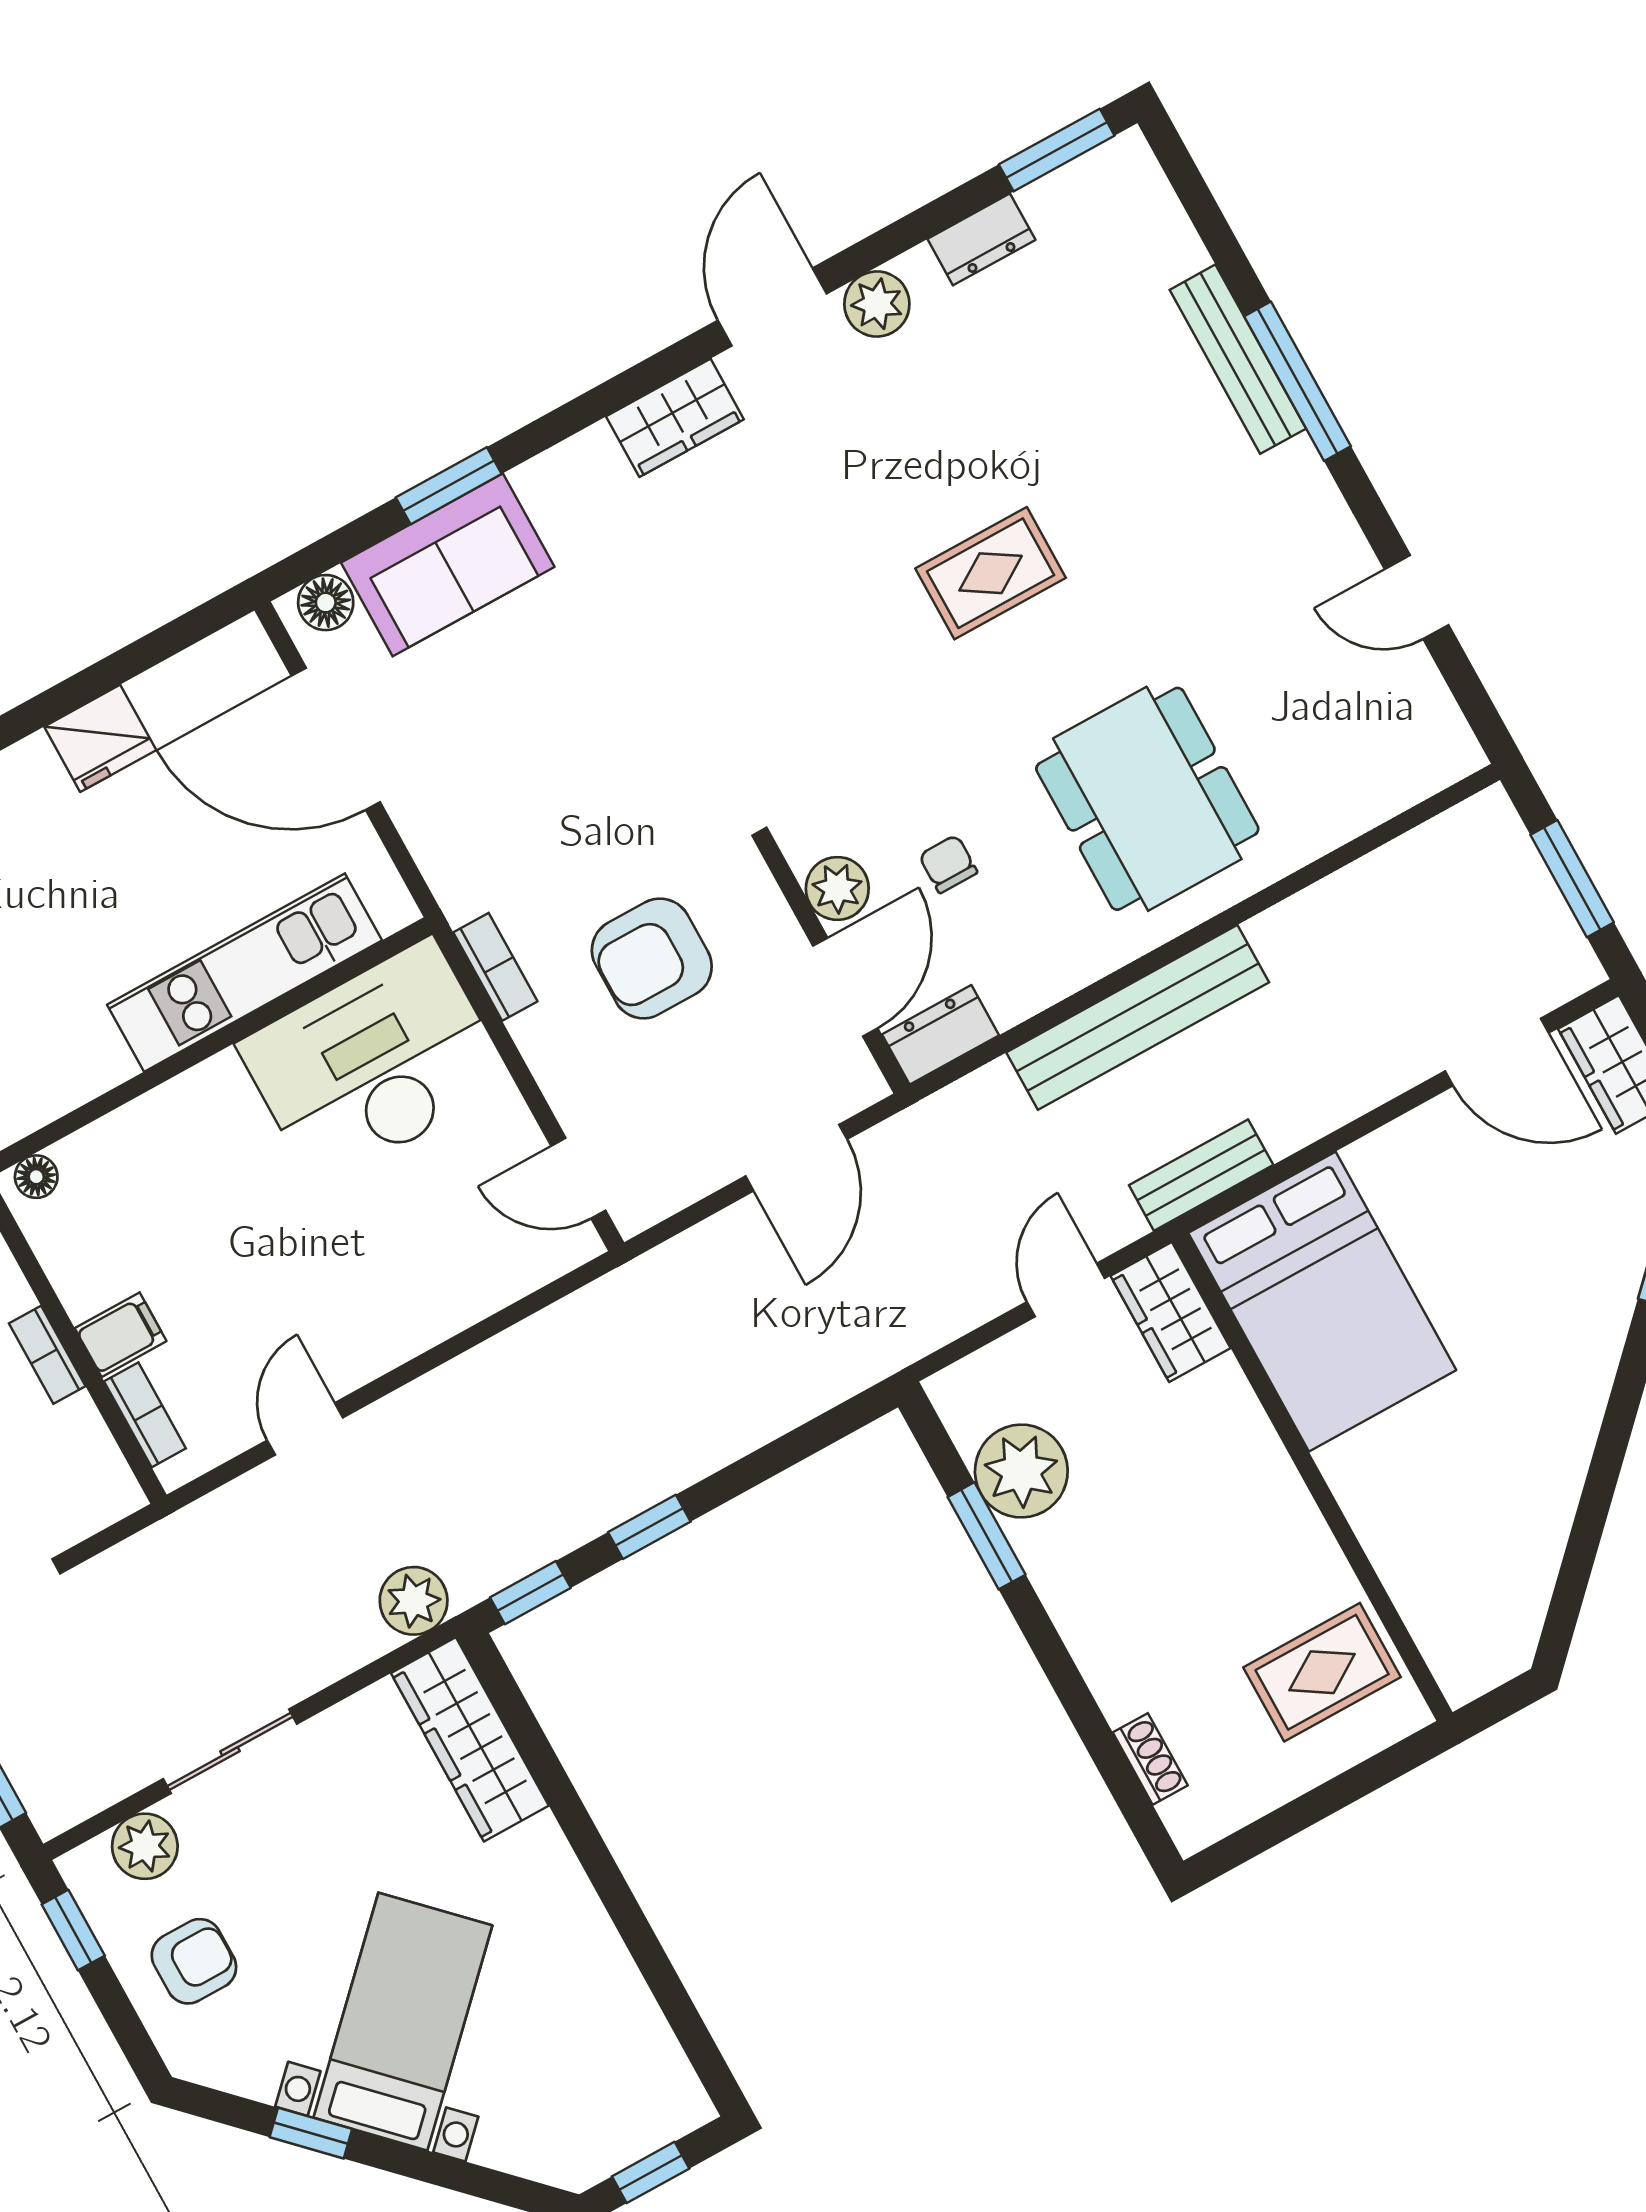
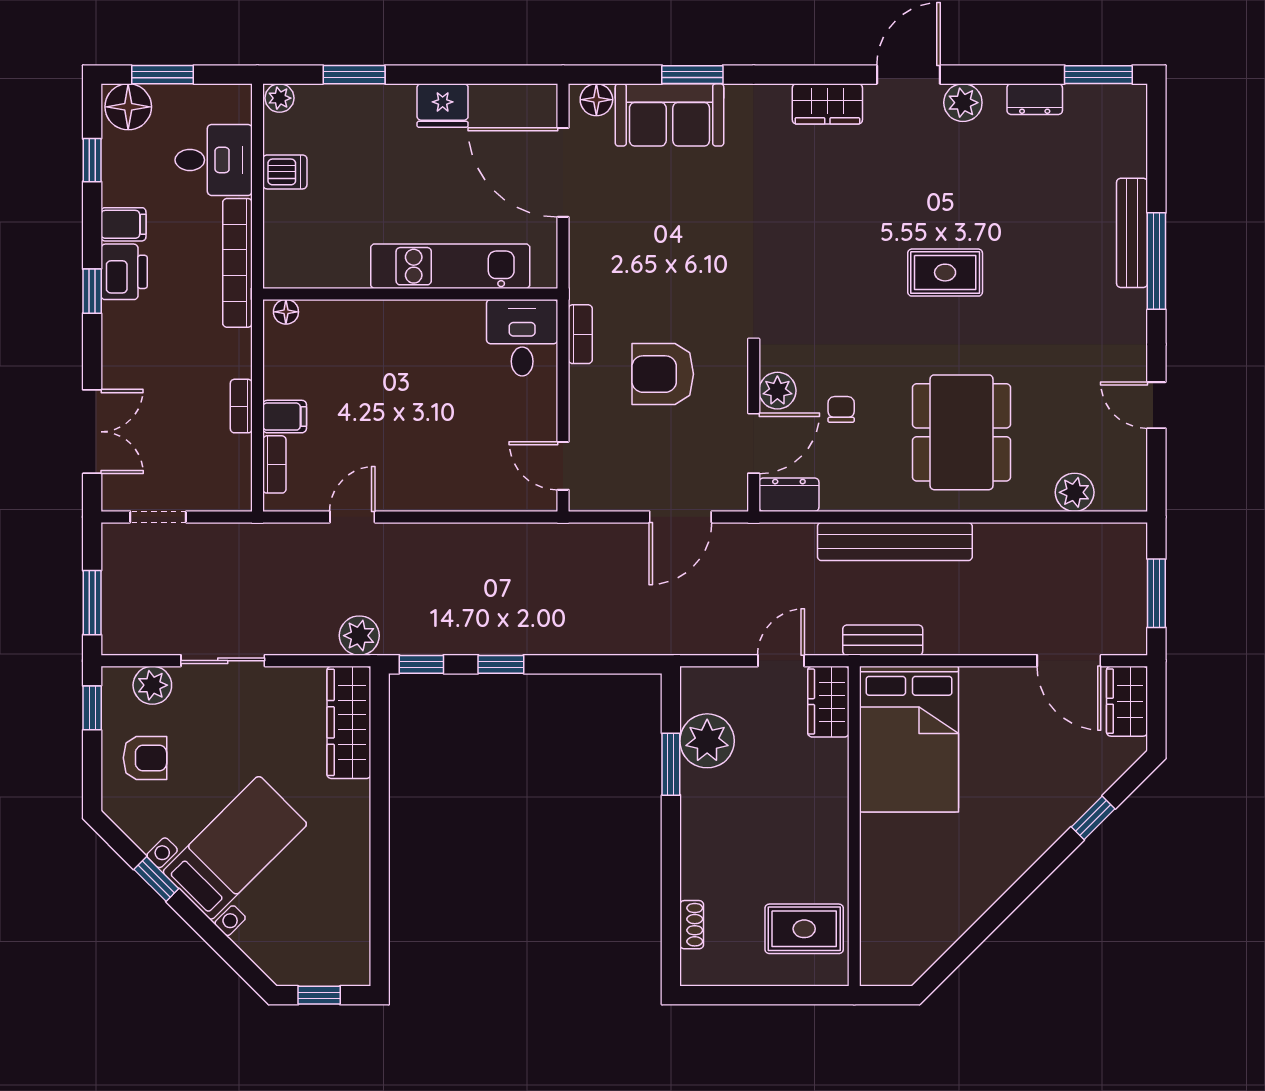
plant: (1366, 795) -> (1075, 492), added
desk: (374, 1063) -> (522, 338), width x0.53, depth x0.77

